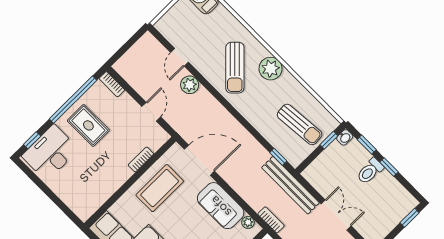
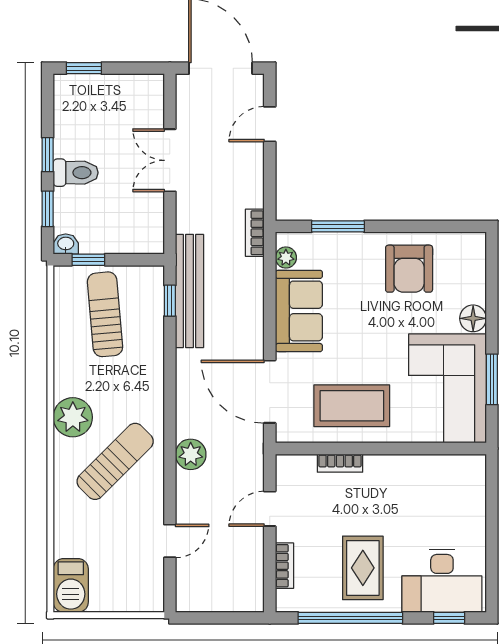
bookcase: (112, 84) -> (284, 566), moved
plant: (190, 85) -> (191, 454), moved
bench: (290, 185) -> (189, 291), moved

